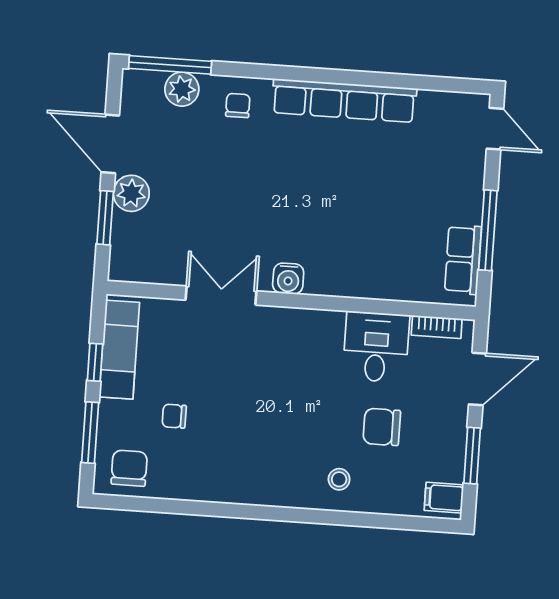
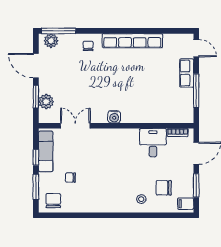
plant: (182, 89) -> (51, 41), moved
plant: (131, 193) -> (46, 102), moved
row of seats: (463, 260) -> (187, 73), moved
double door: (221, 295) -> (75, 126), moved
chair: (382, 427) -> (164, 188), moved

